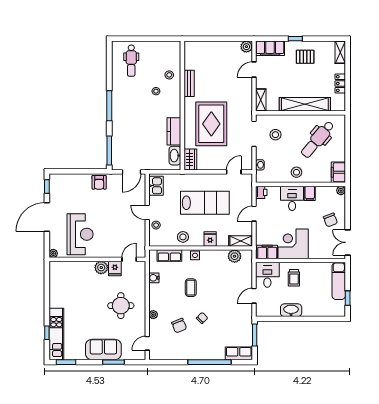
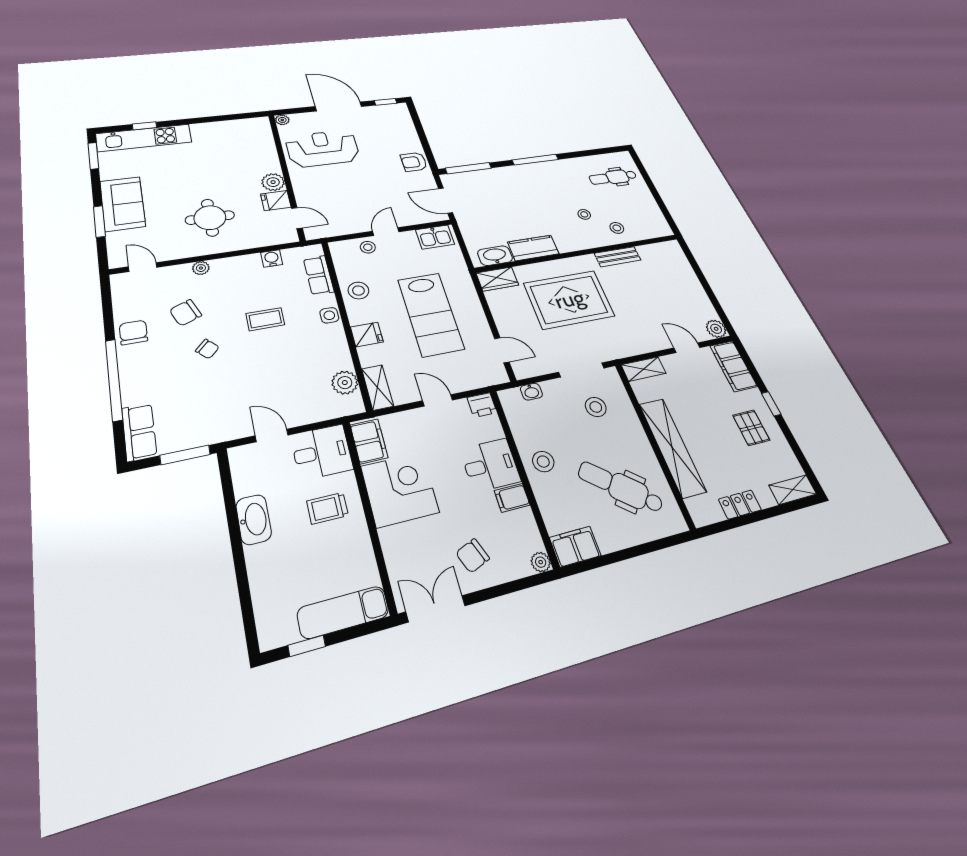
reception desk: (80, 234) -> (323, 149), turned 180
chair: (186, 351) -> (133, 332), added

